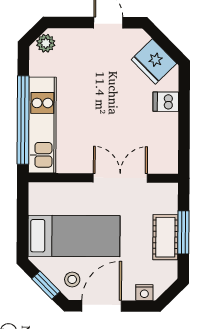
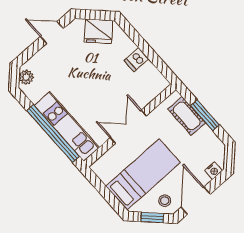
dishwasher: (166, 102) -> (136, 60), moved
double door: (120, 178) -> (128, 127), moved
cot: (165, 237) -> (187, 116), moved

